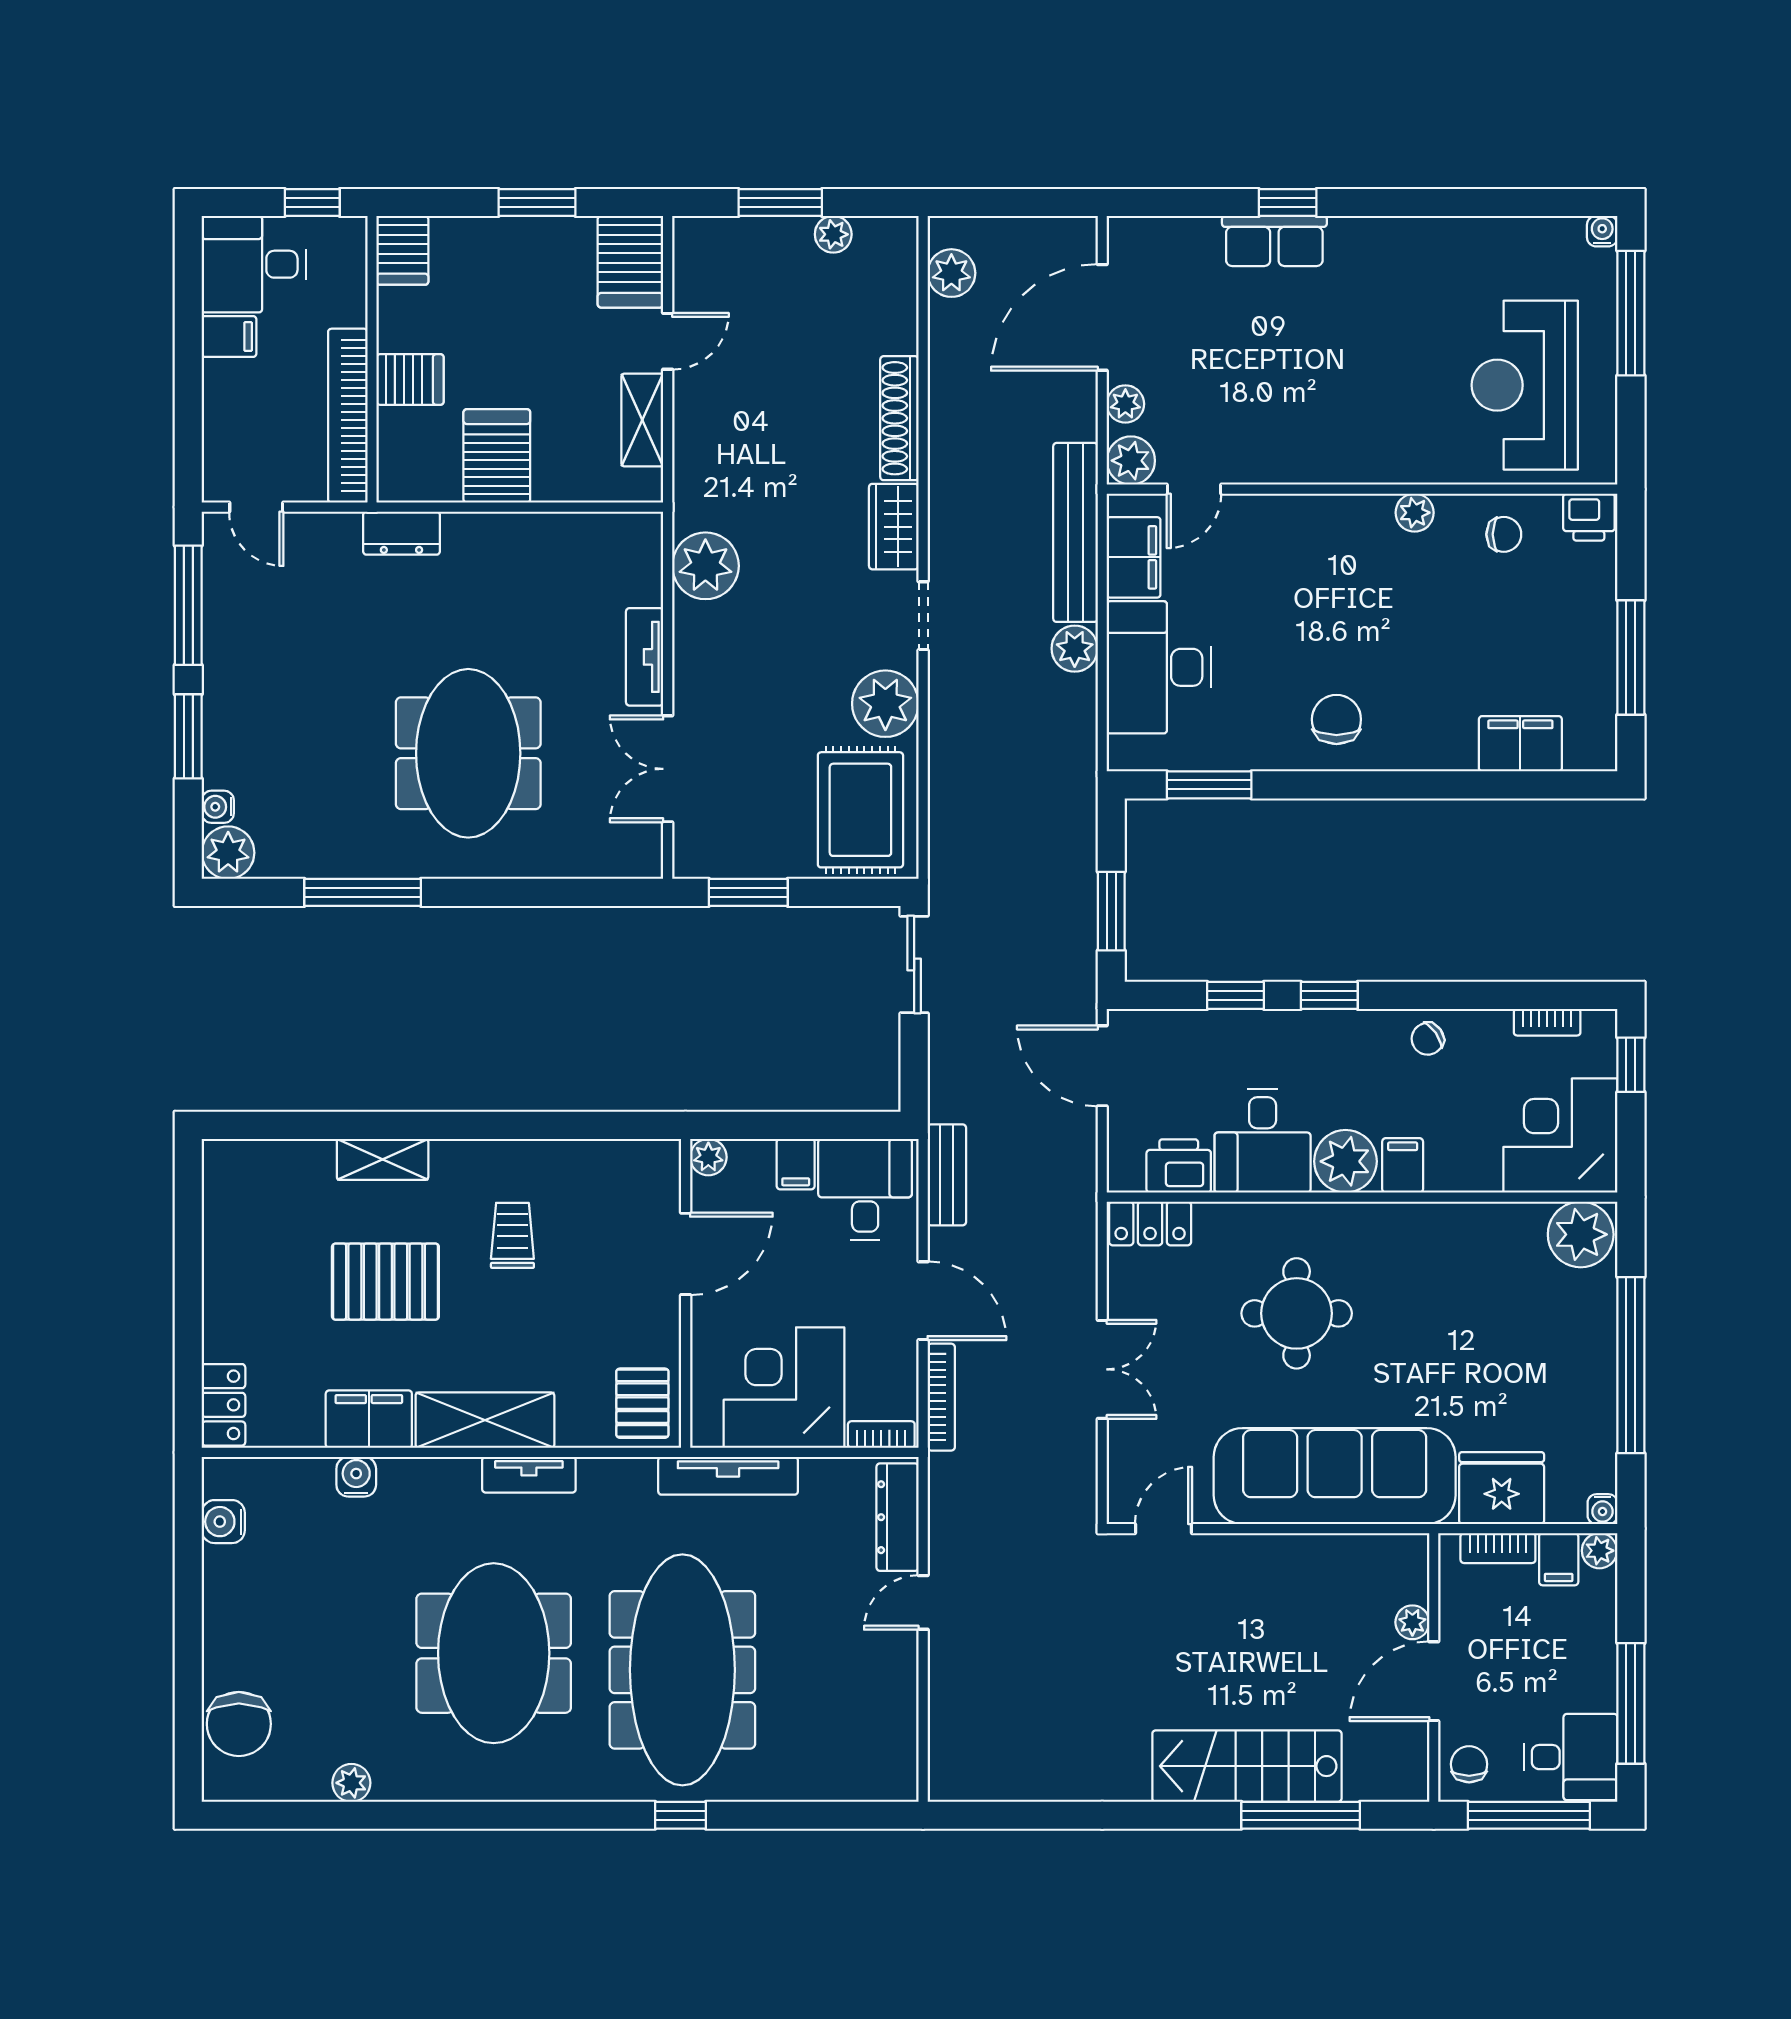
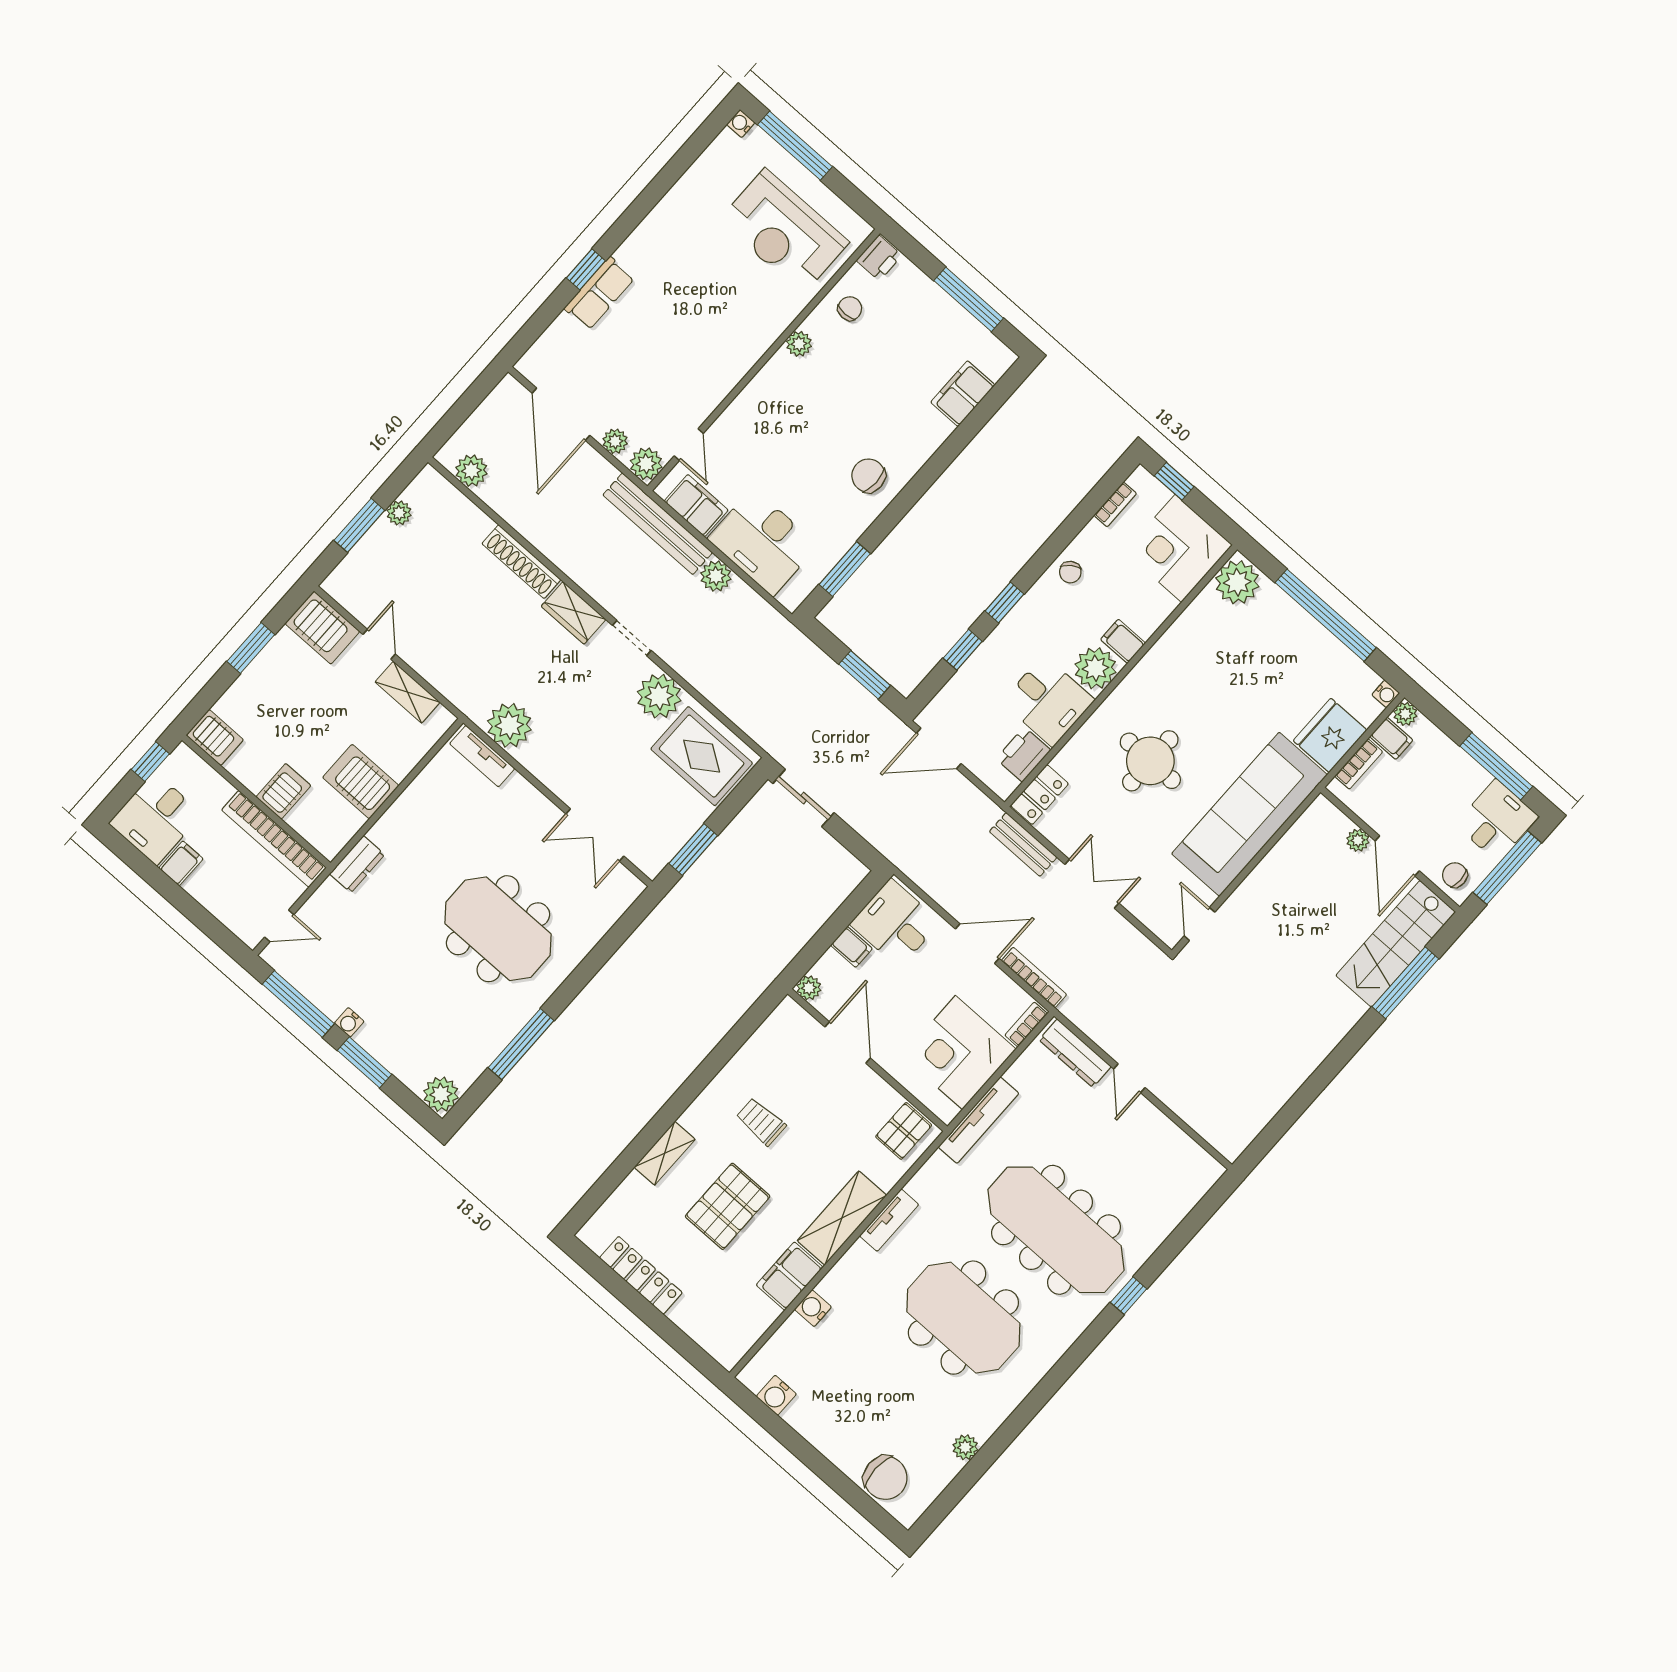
tv unit: (645, 657) -> (482, 756), moved
water cooler: (218, 807) -> (349, 1022), moved
bench: (947, 1175) -> (1023, 844), moved
pallet: (642, 1403) -> (904, 1131), turned 90
locker: (224, 1405) -> (641, 1275), moved, width x1.53
stairs: (1247, 1766) -> (1396, 944), moved

